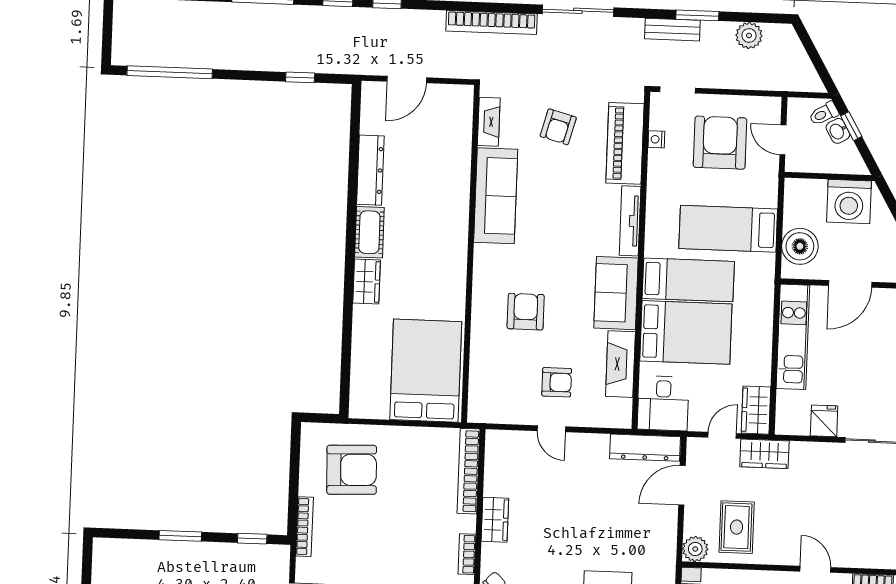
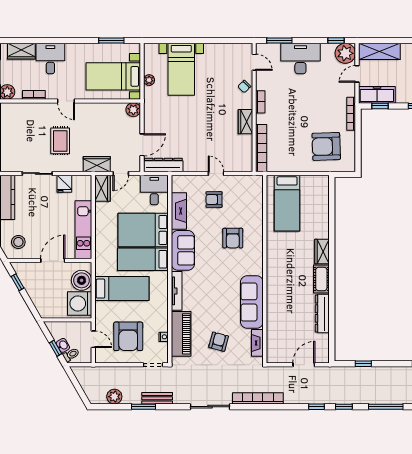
washing machine: (849, 201) -> (80, 303), moved, turned -90
bed: (426, 371) -> (287, 203), width x0.67
rug: (737, 527) -> (60, 141), moved
freezer: (257, 559) -> (377, 95), added

